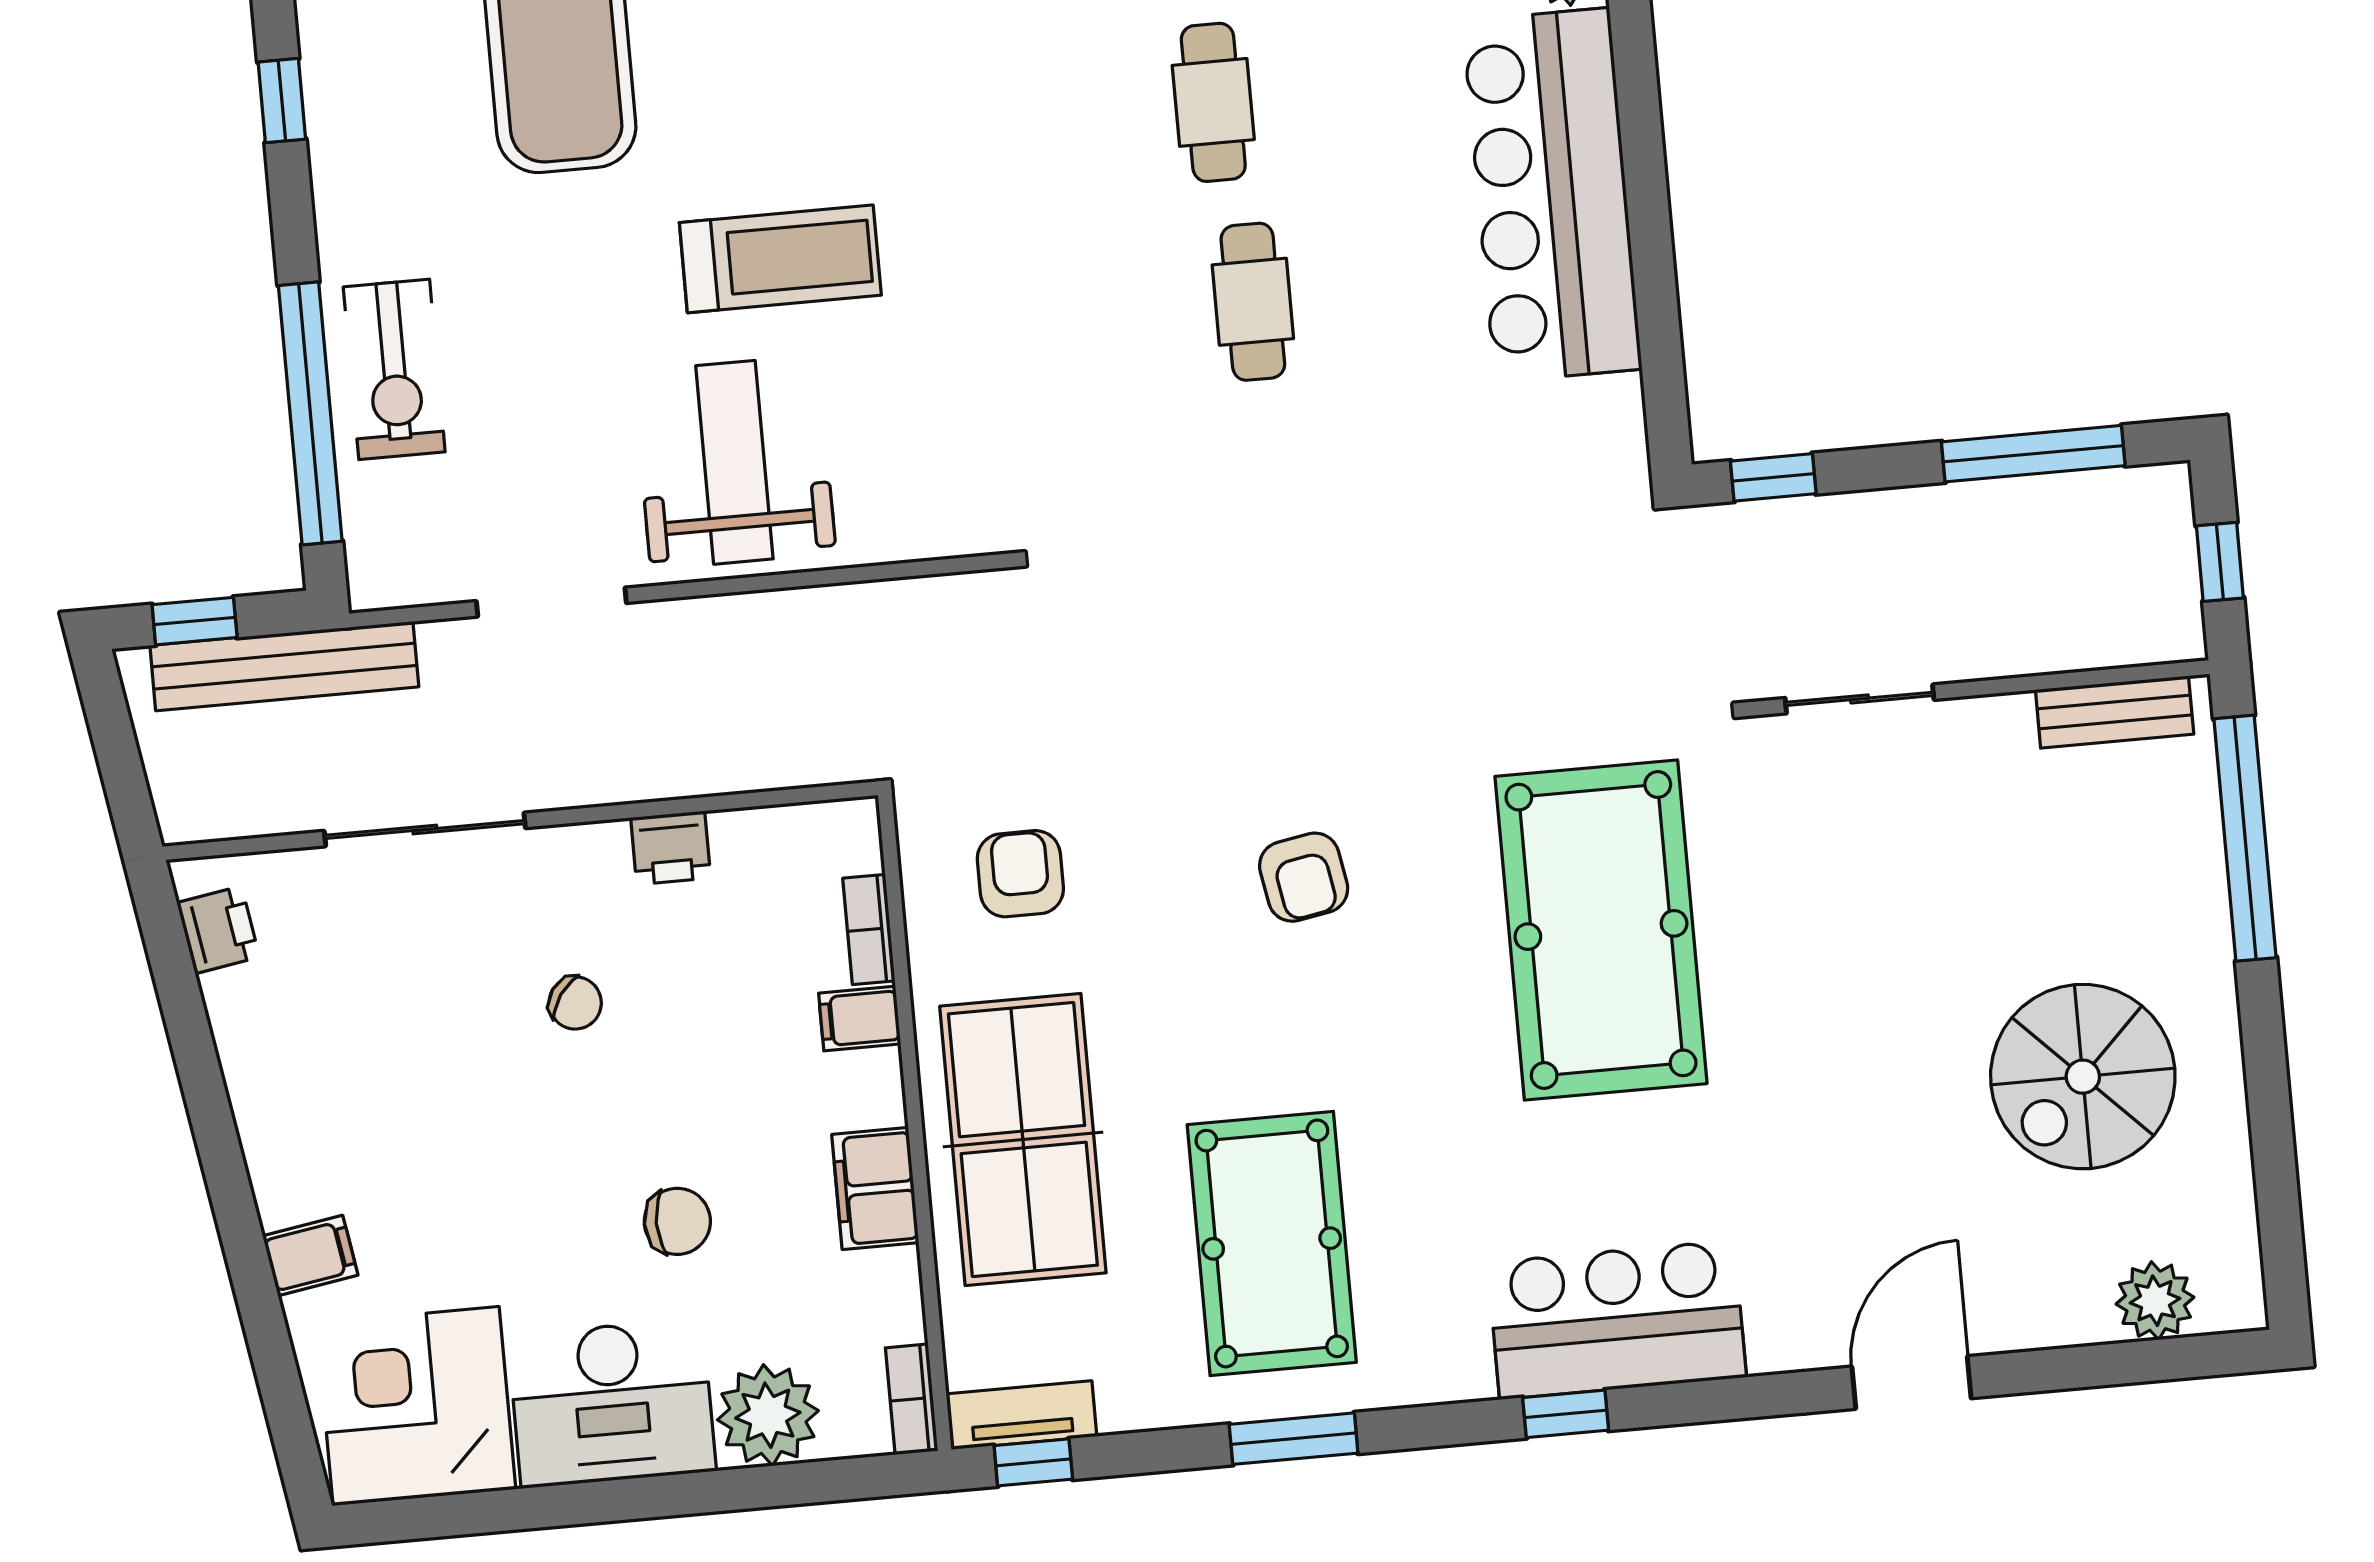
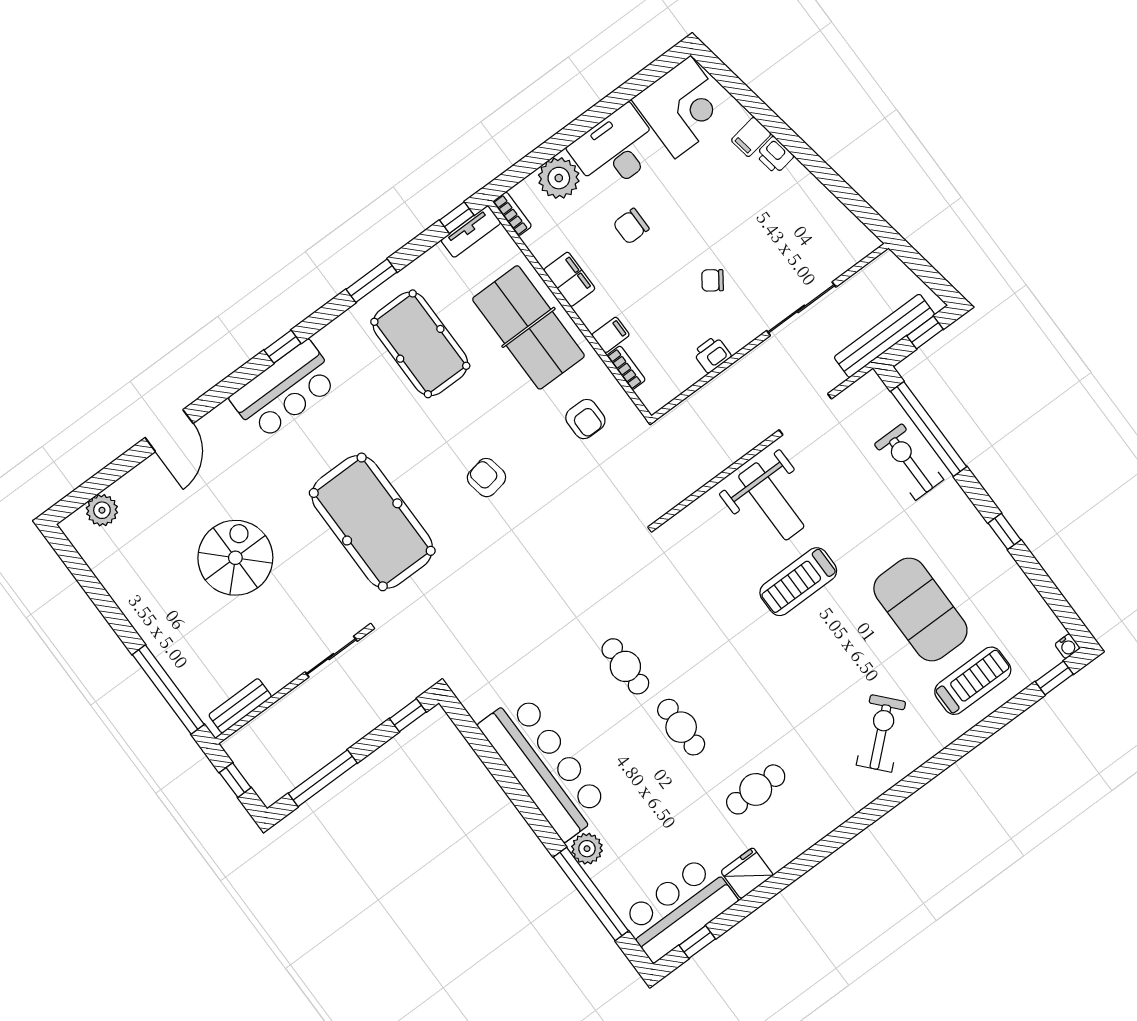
printer: (218, 930) -> (775, 155), moved
spiral stairs: (2083, 1077) -> (235, 558), moved

